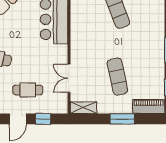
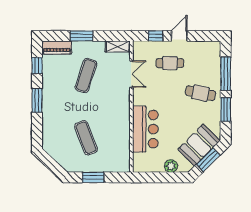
exercise mat: (117, 77) -> (86, 76), turned 30

